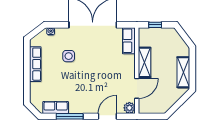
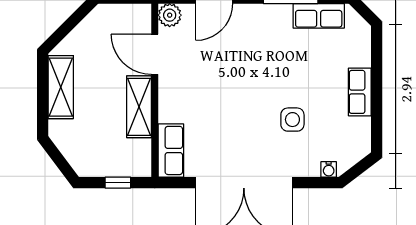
row of seats: (35, 64) -> (360, 92), width x0.68
door: (137, 88) -> (155, 54), hinge flipped

